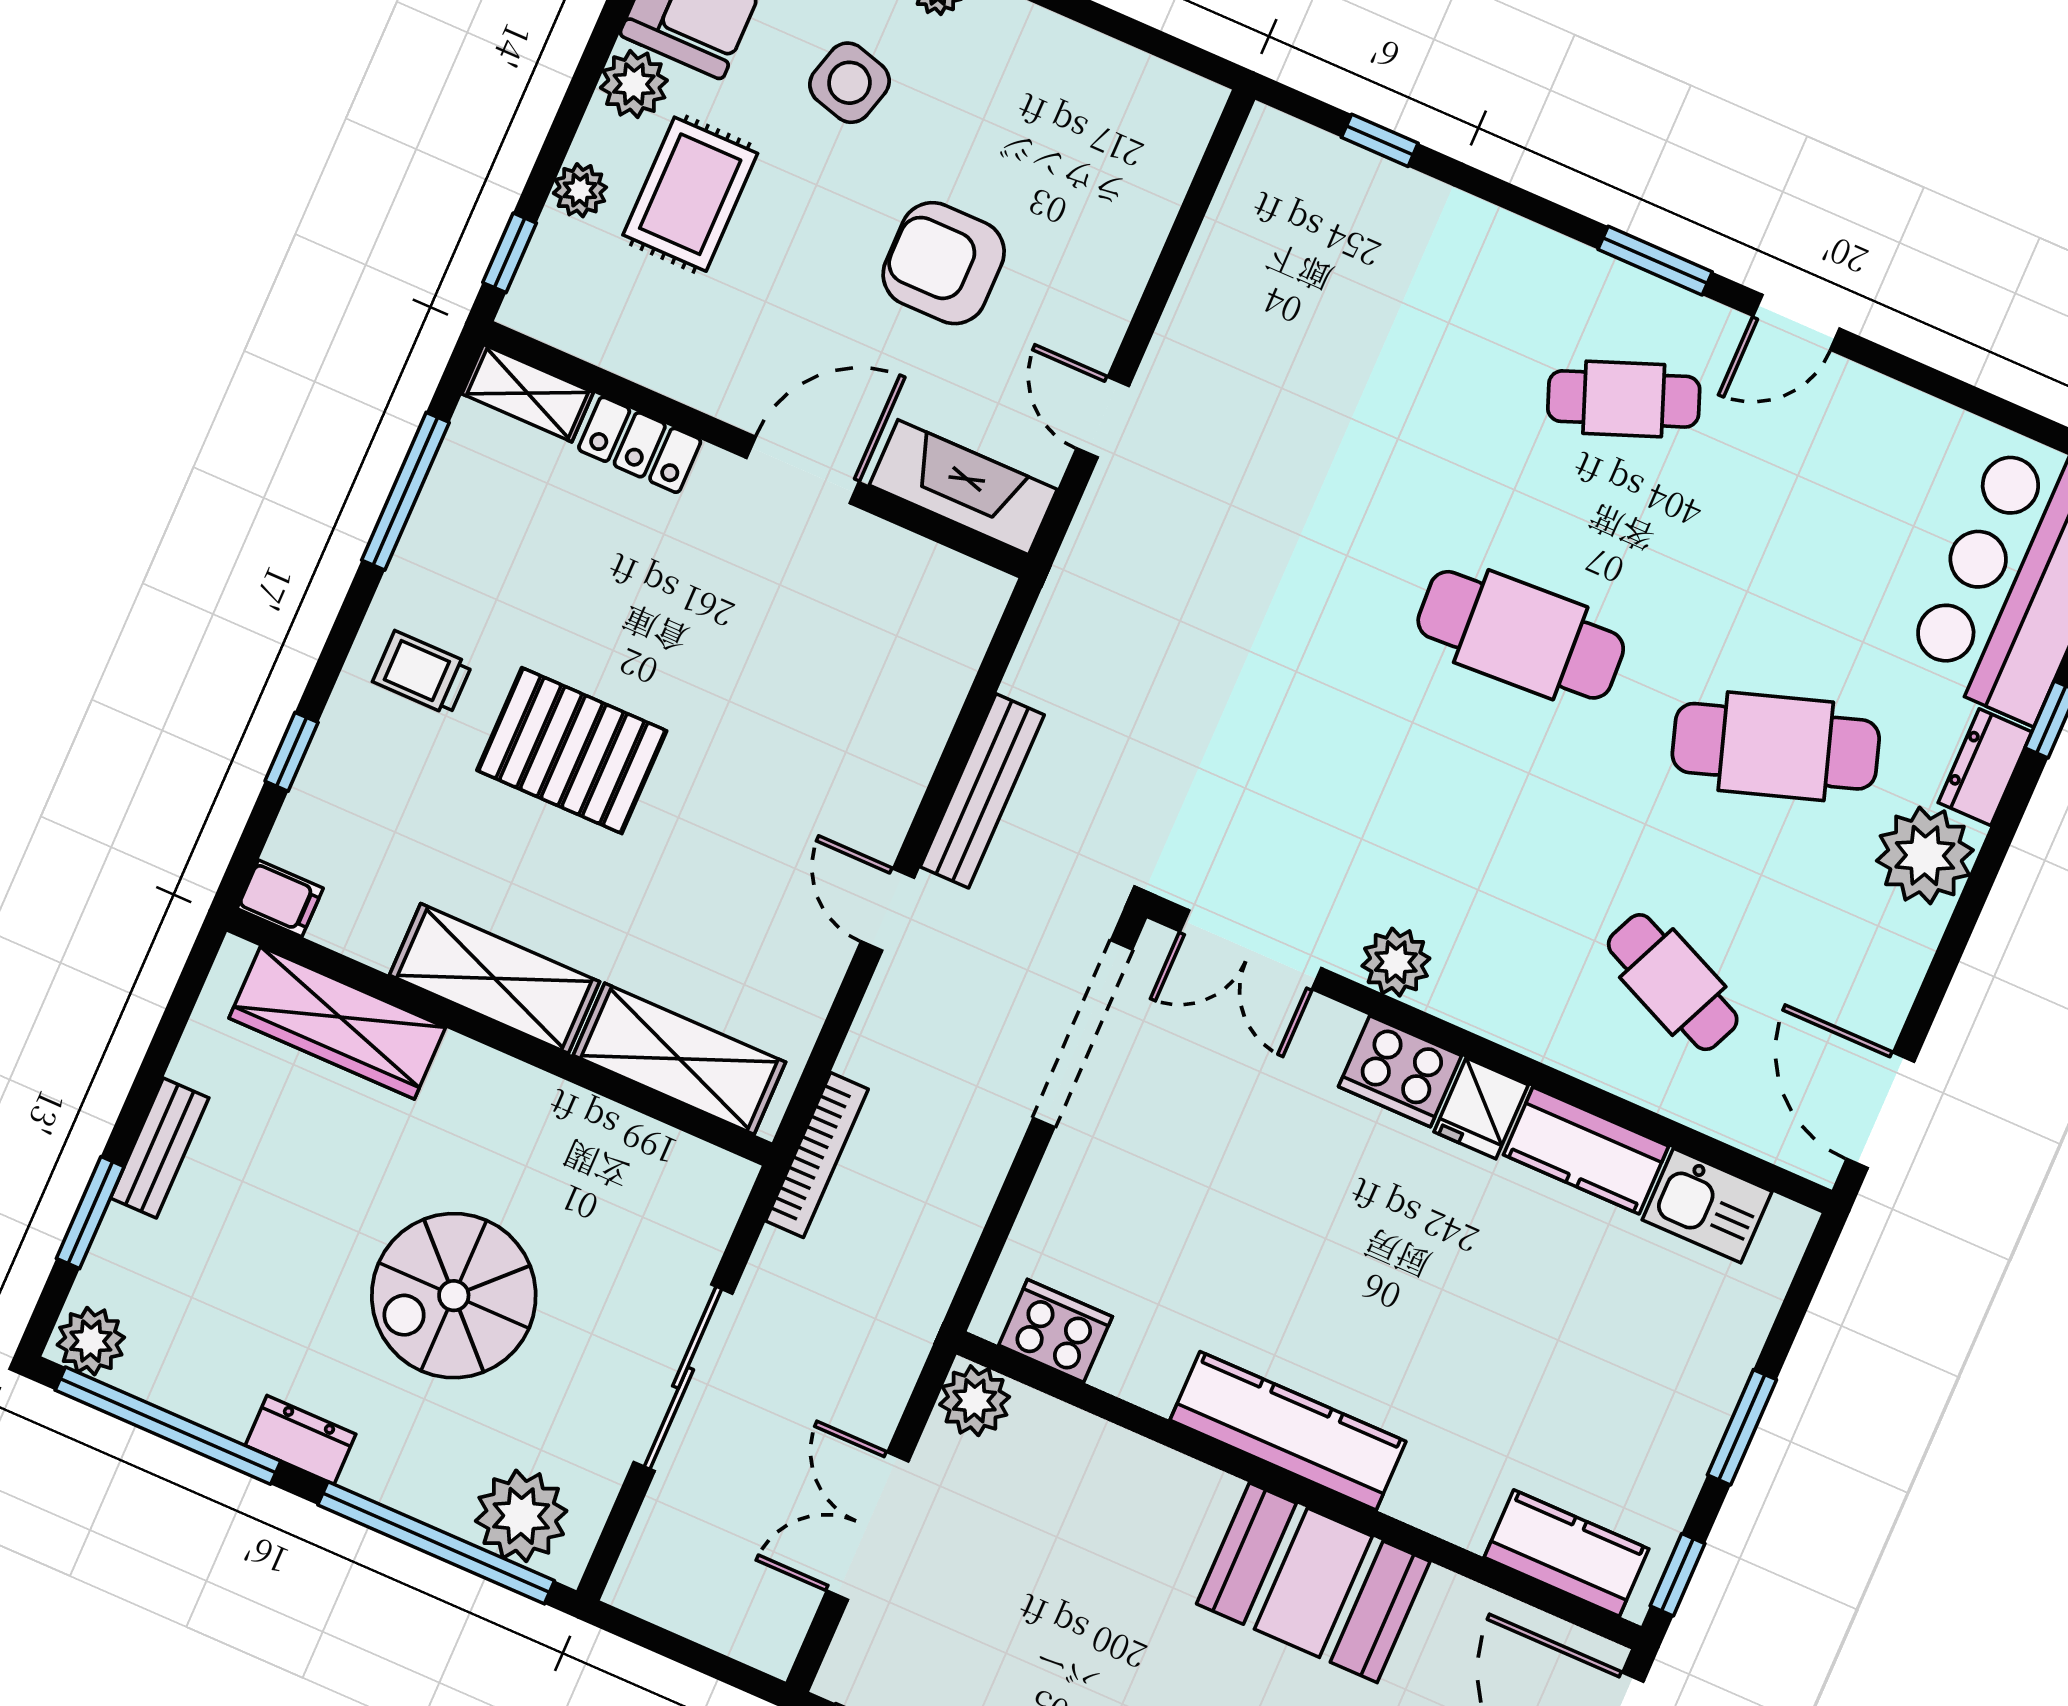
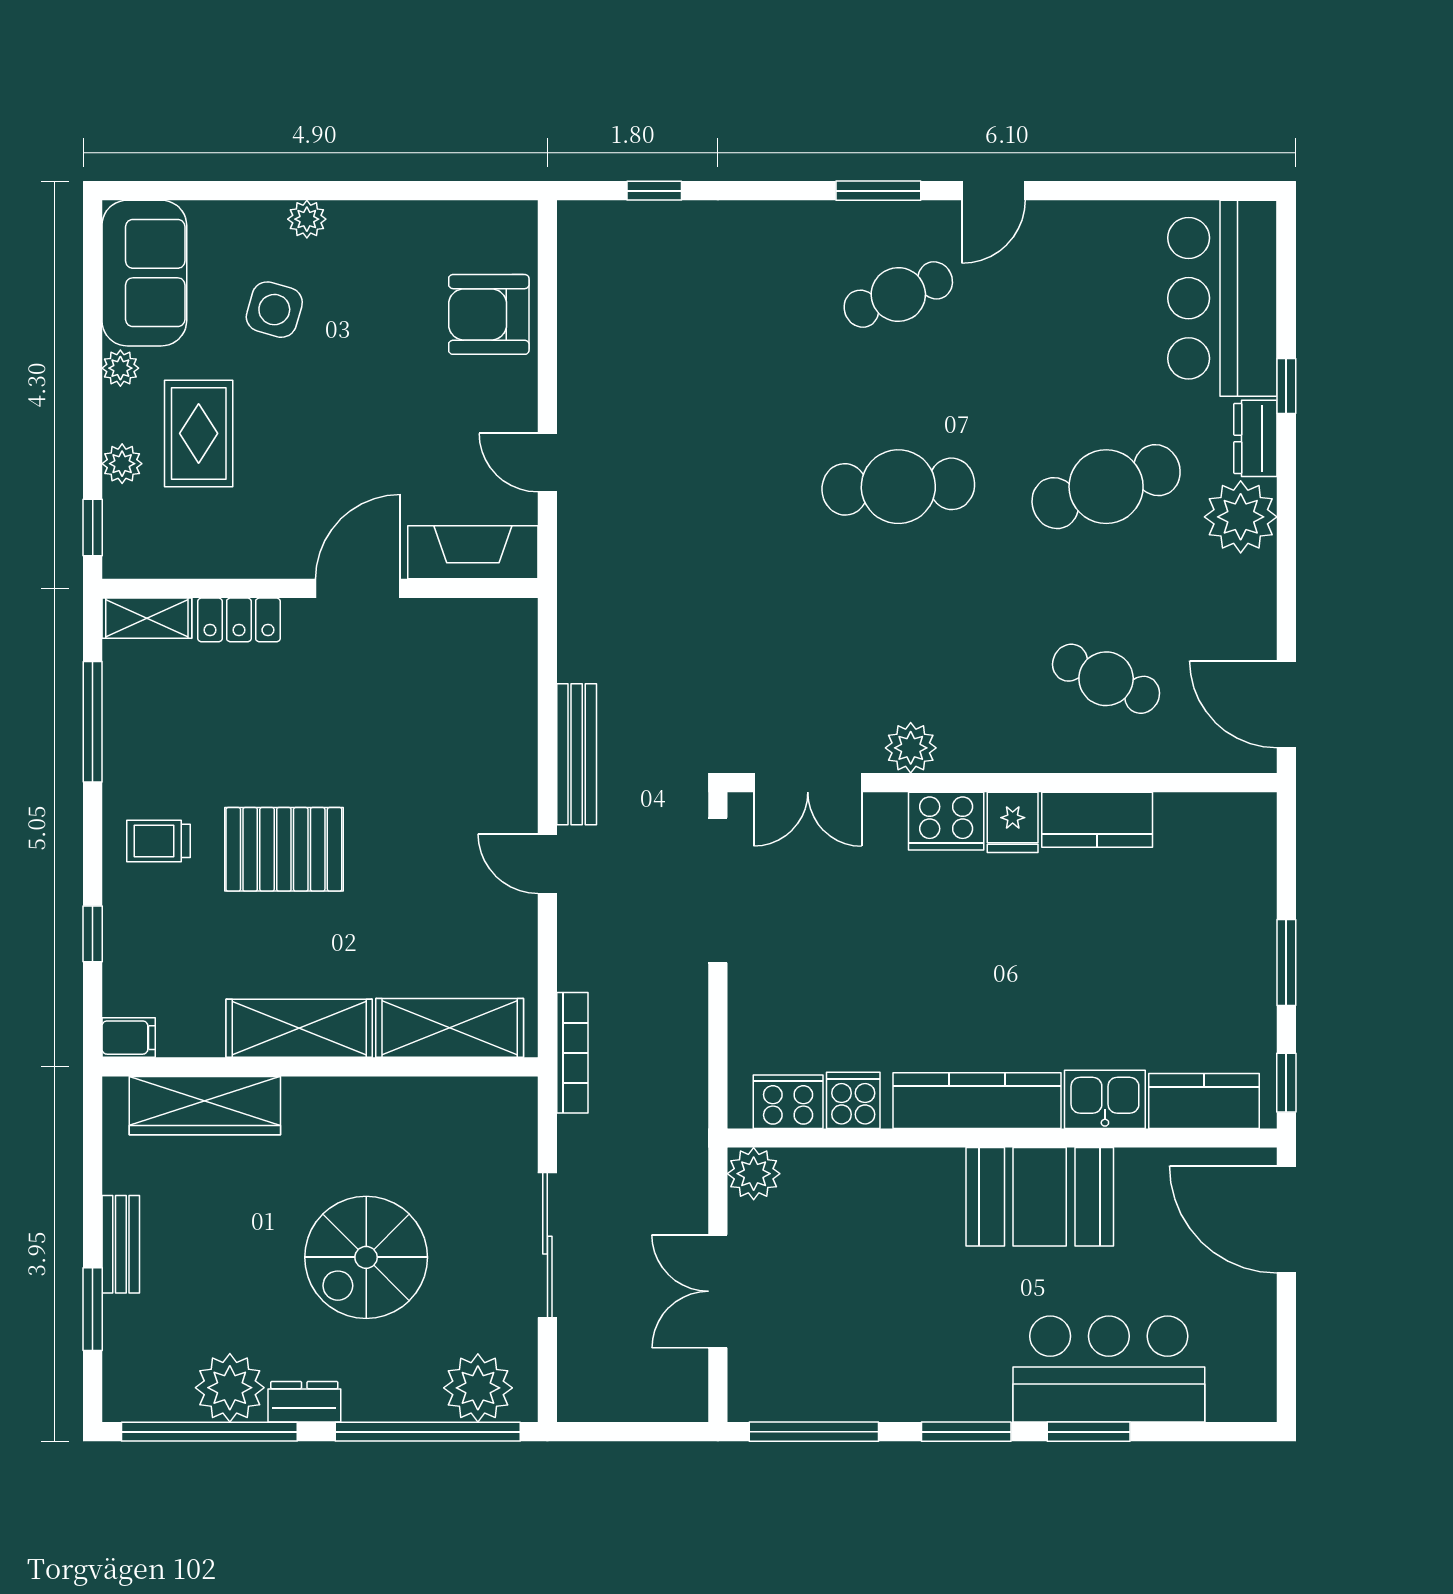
plant: (634, 84) -> (120, 368), width x0.73, depth x0.73
armchair: (944, 263) -> (489, 314), moved
kitchen sink: (1707, 1206) -> (1105, 1099), moved, turned 180
plant: (91, 1341) -> (230, 1388), moved, width x1.36, depth x1.36
cooker: (1136, 1364) -> (853, 1100), added

